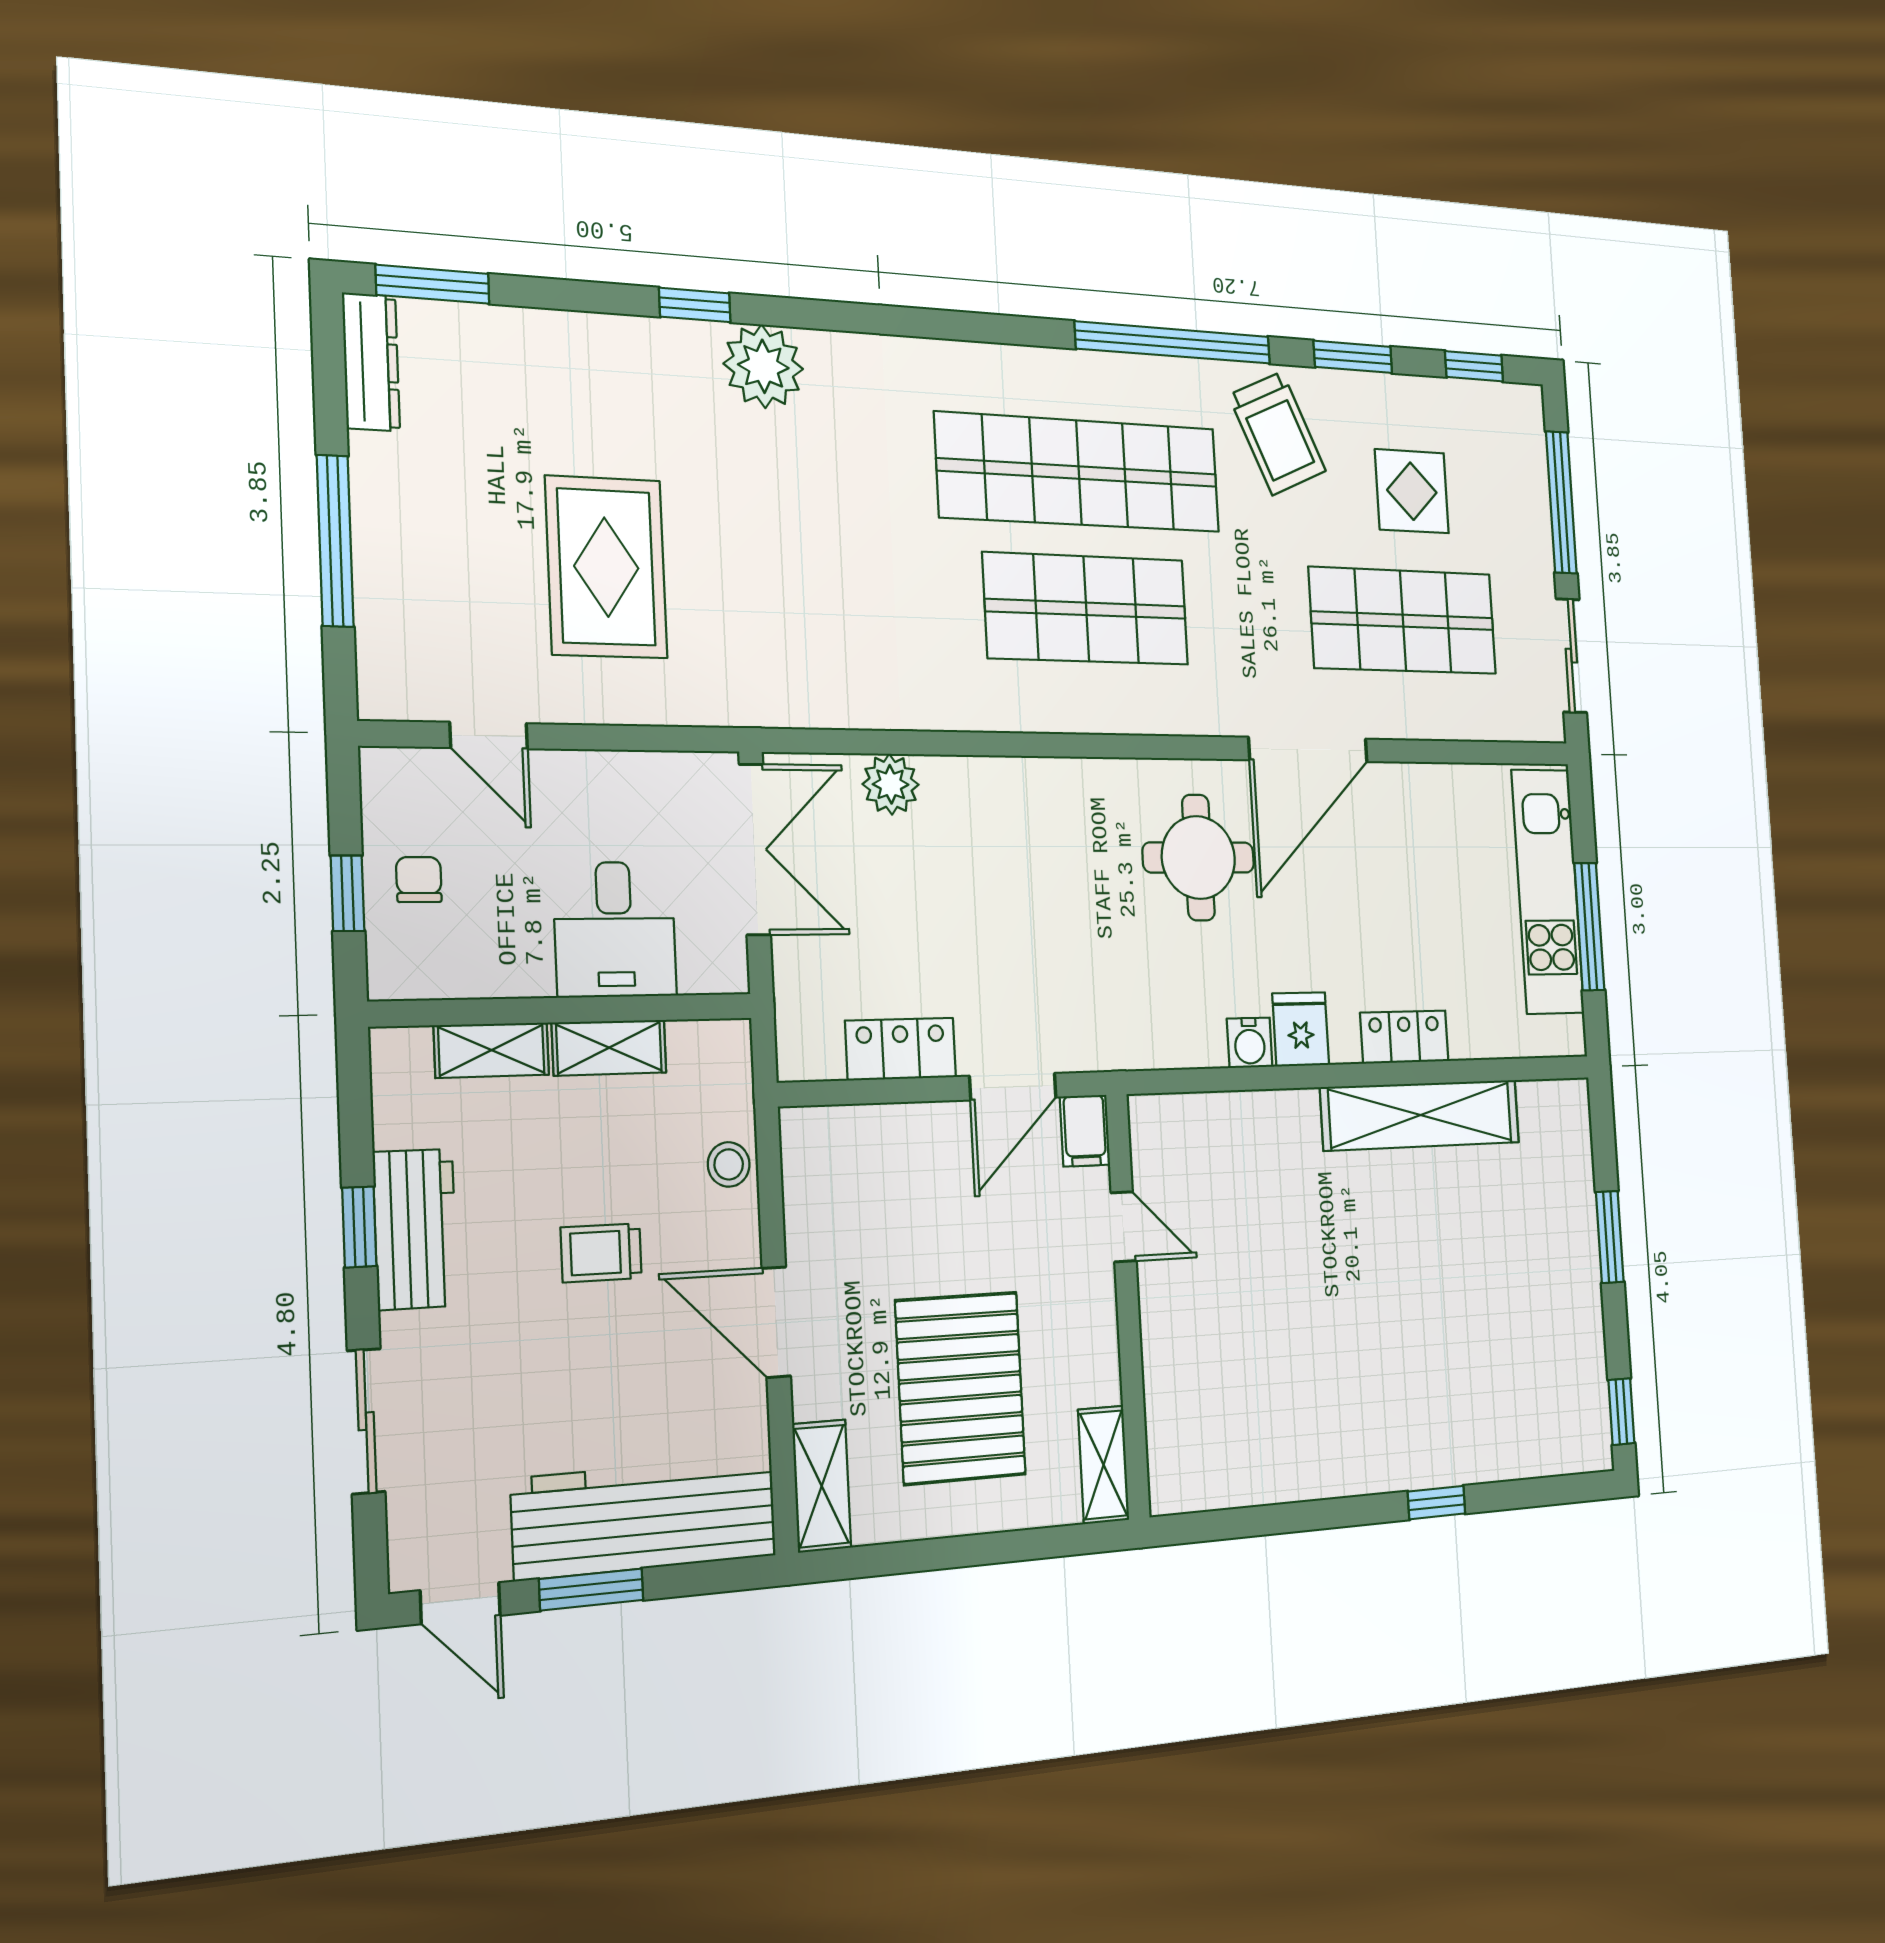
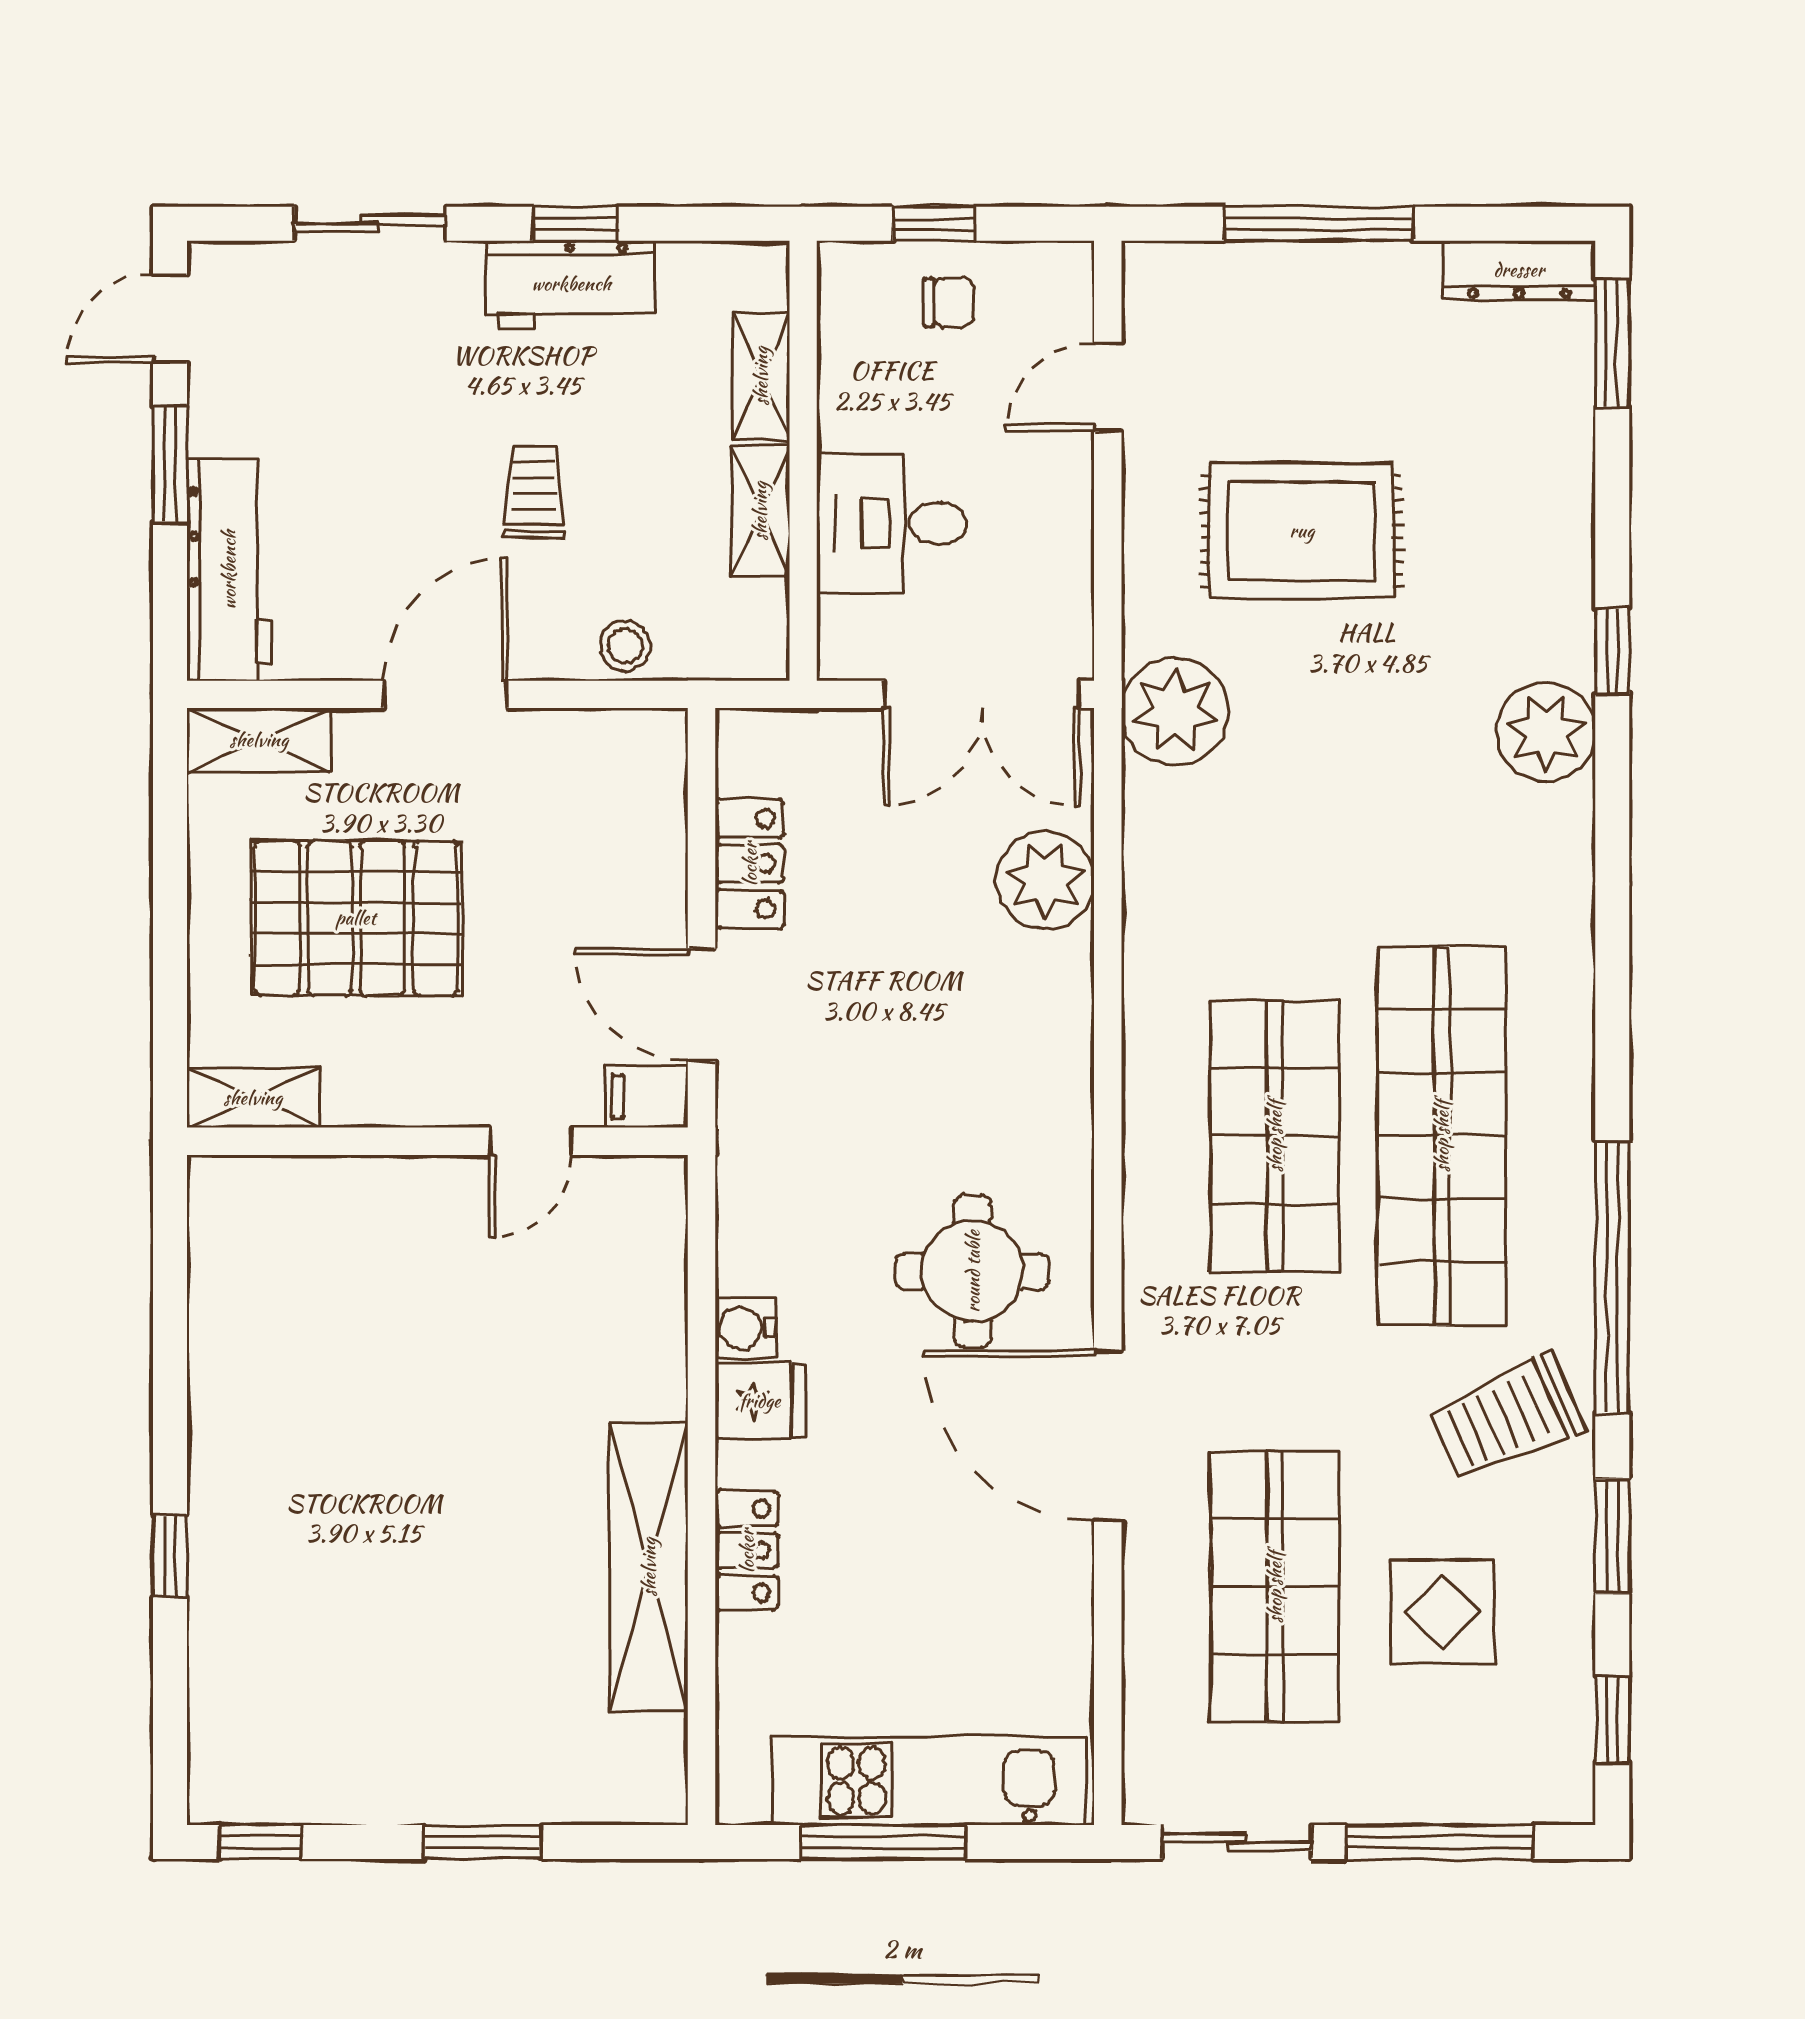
plant: (761, 682) -> (1175, 712), added
plant: (891, 784) -> (1045, 880), width x1.36, depth x1.36
workbench: (645, 1517) -> (229, 570), width x0.73, depth x0.76

